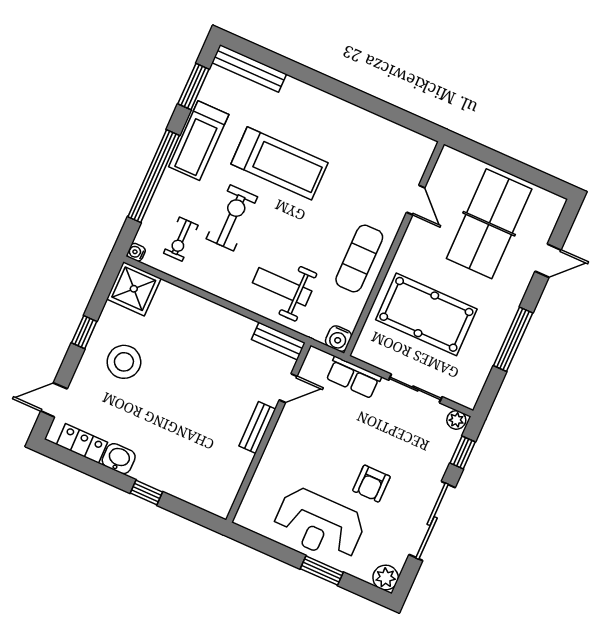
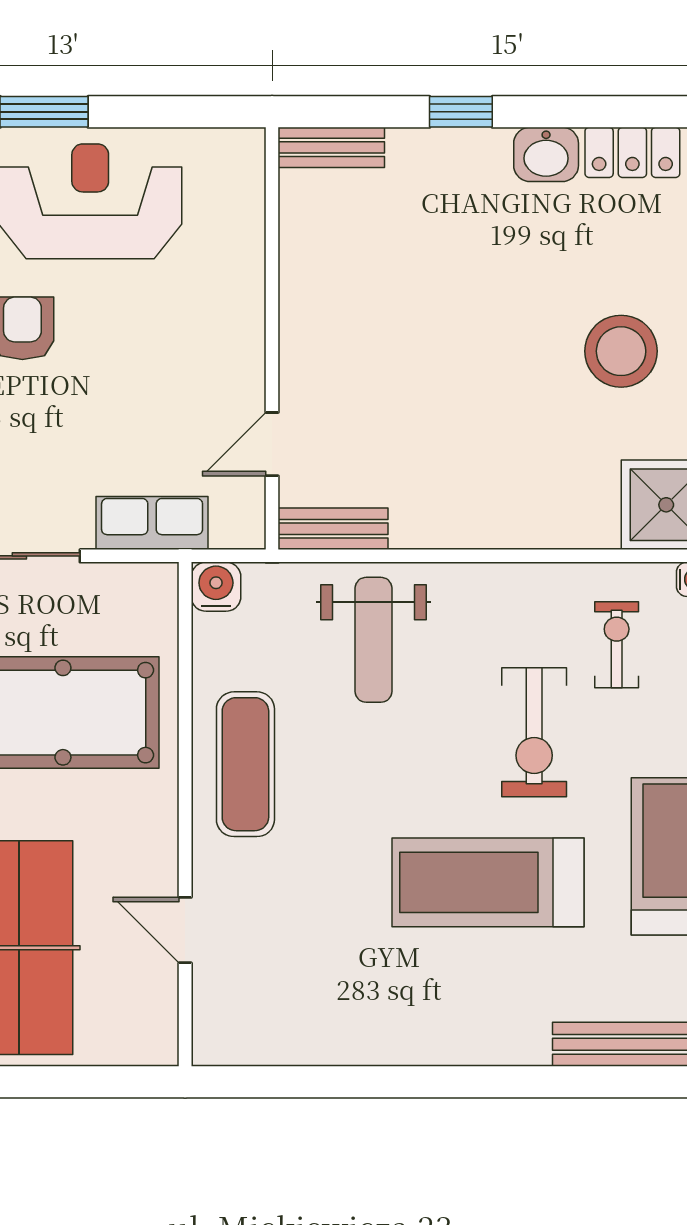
weight bench: (282, 287) -> (373, 640), turned 90
bench: (257, 427) -> (331, 147), moved, turned 90

